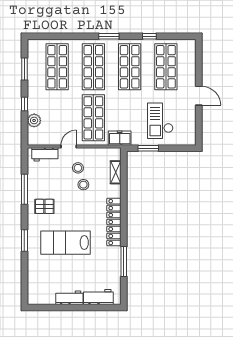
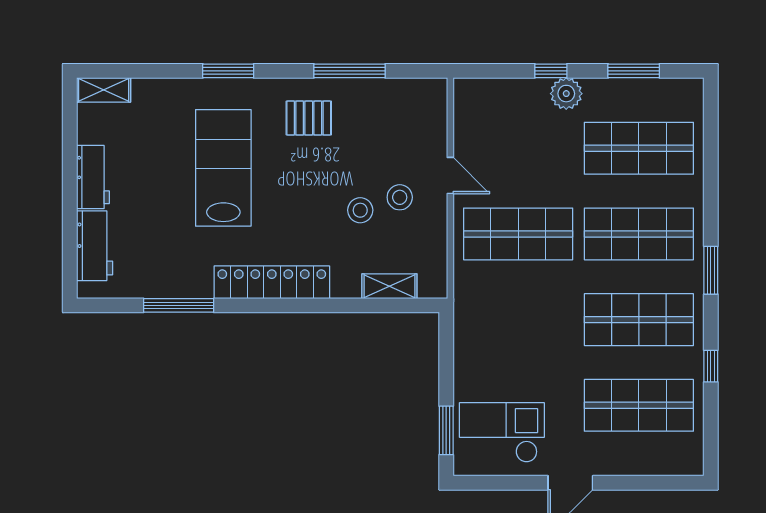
plant: (34, 120) -> (566, 94), moved
checkout: (160, 121) -> (502, 433), moved
freezer: (120, 138) -> (470, 296), removed
window: (148, 148) -> (446, 430), moved
workbench: (45, 154) -> (432, 119), removed
pallet: (44, 206) -> (309, 118), turned 90
shelving: (32, 293) -> (104, 90), added

